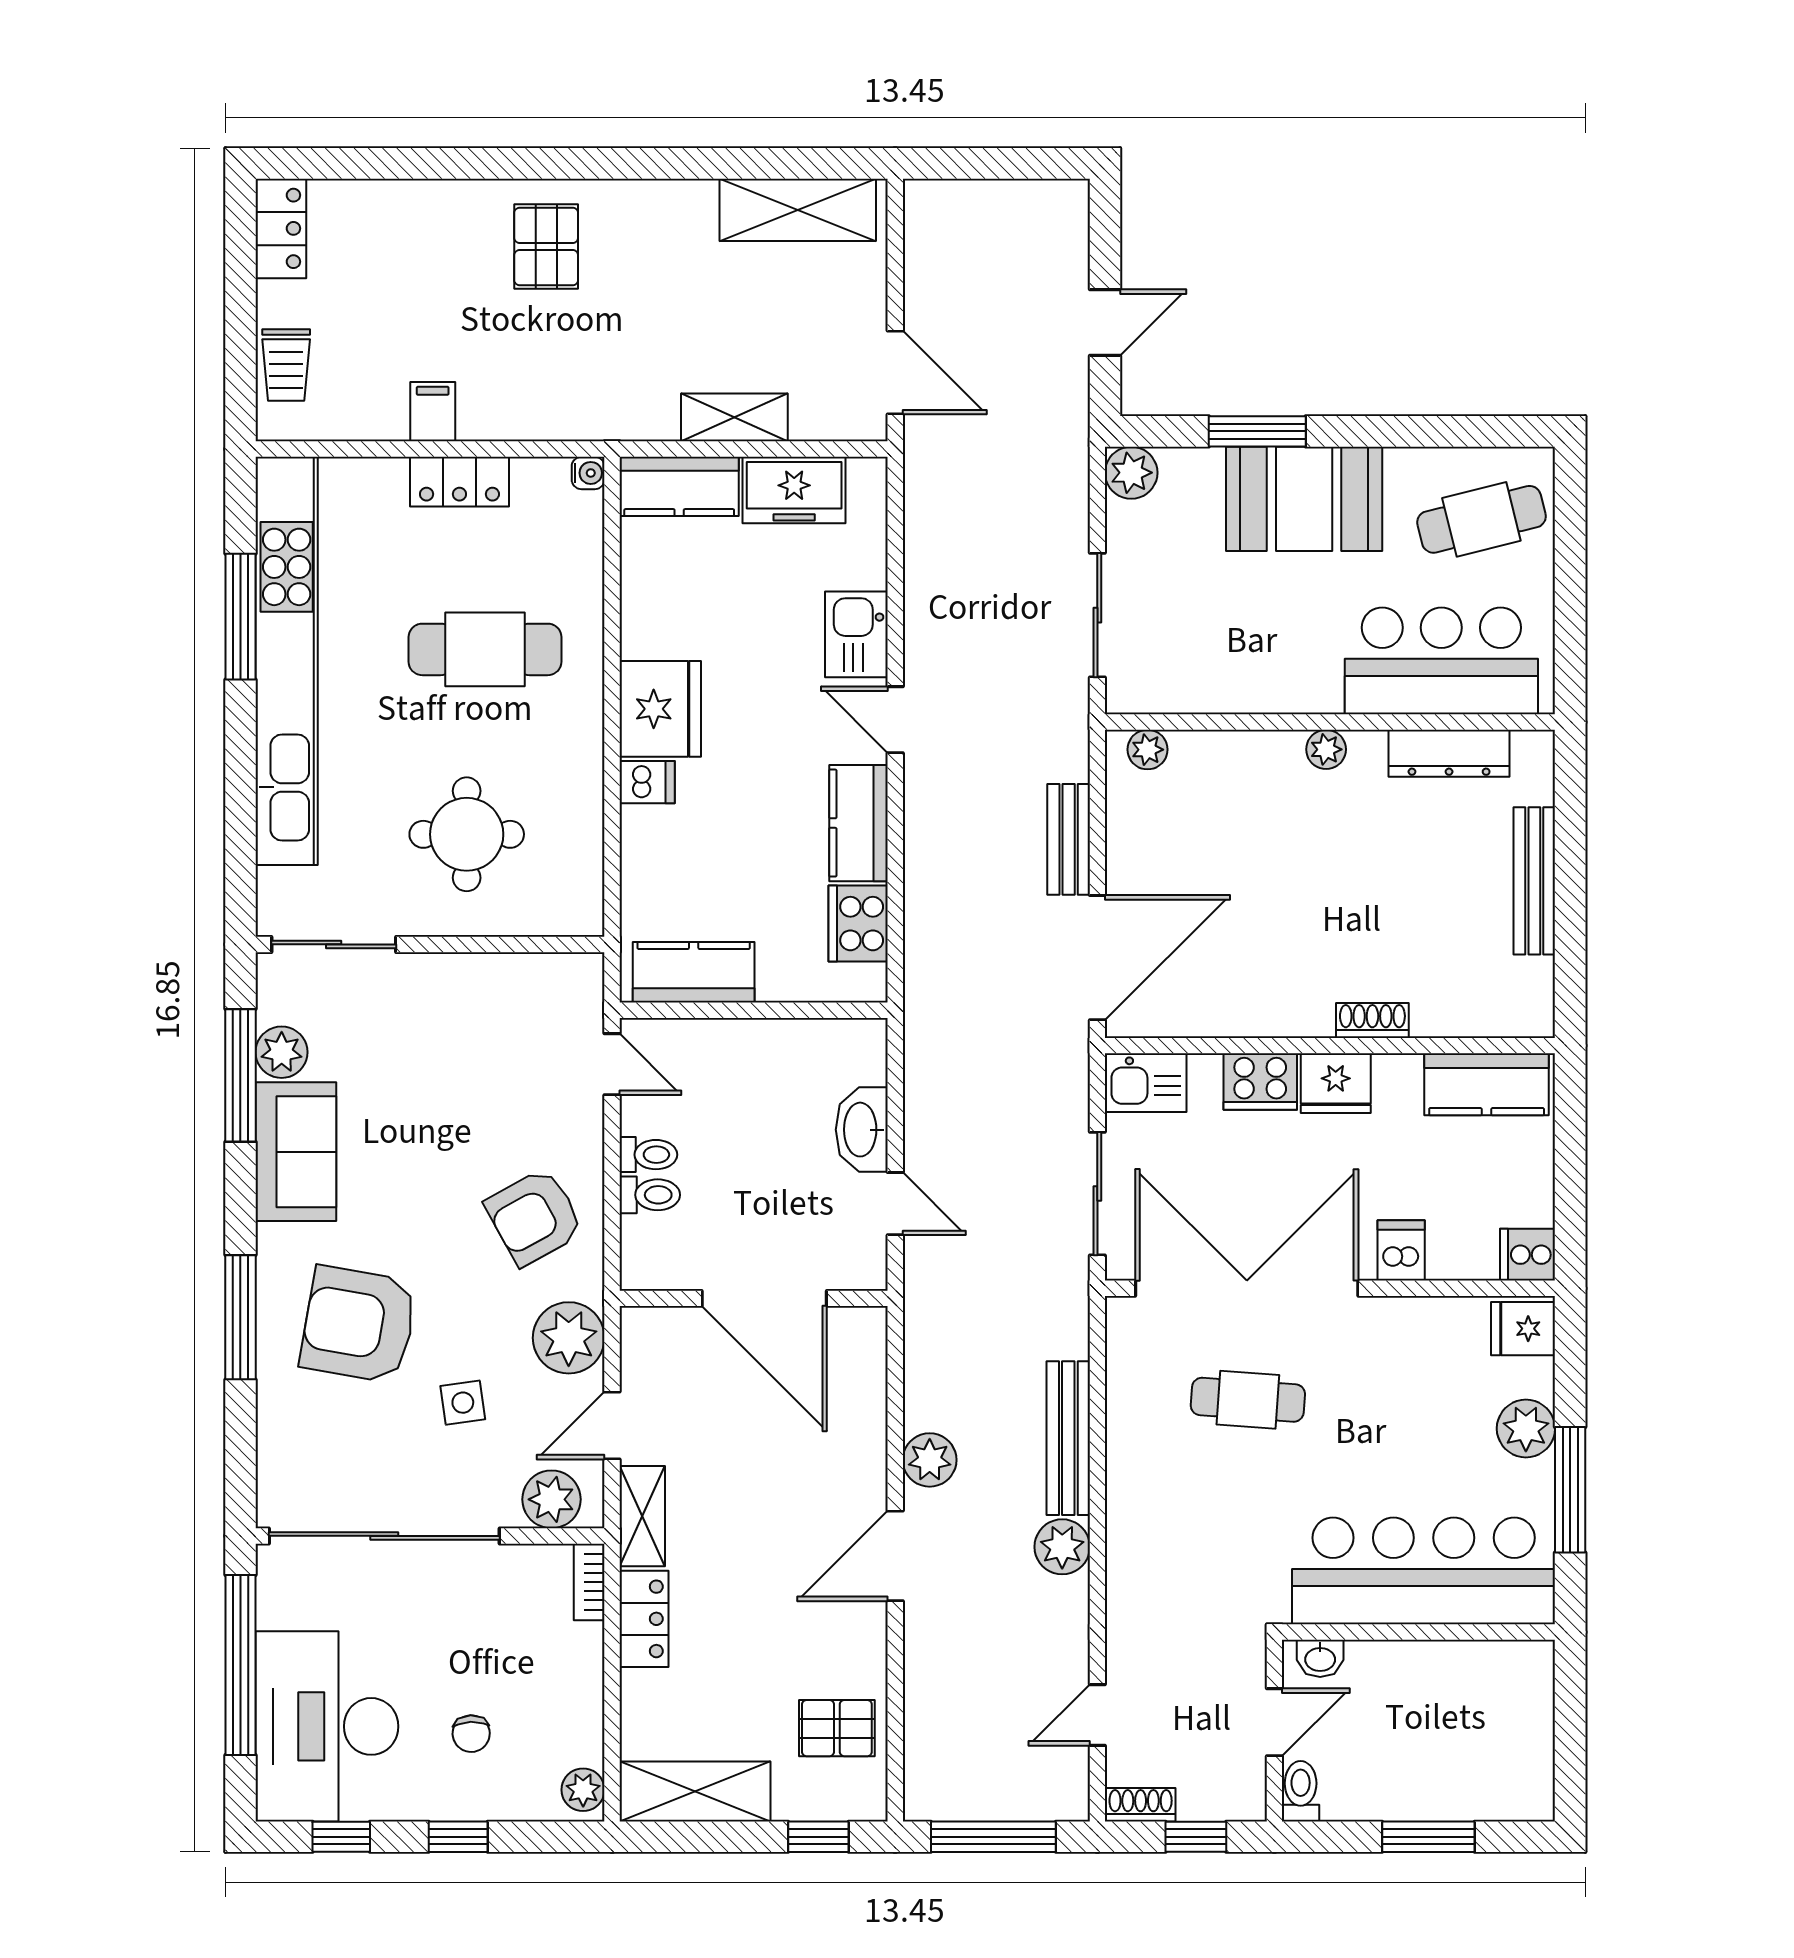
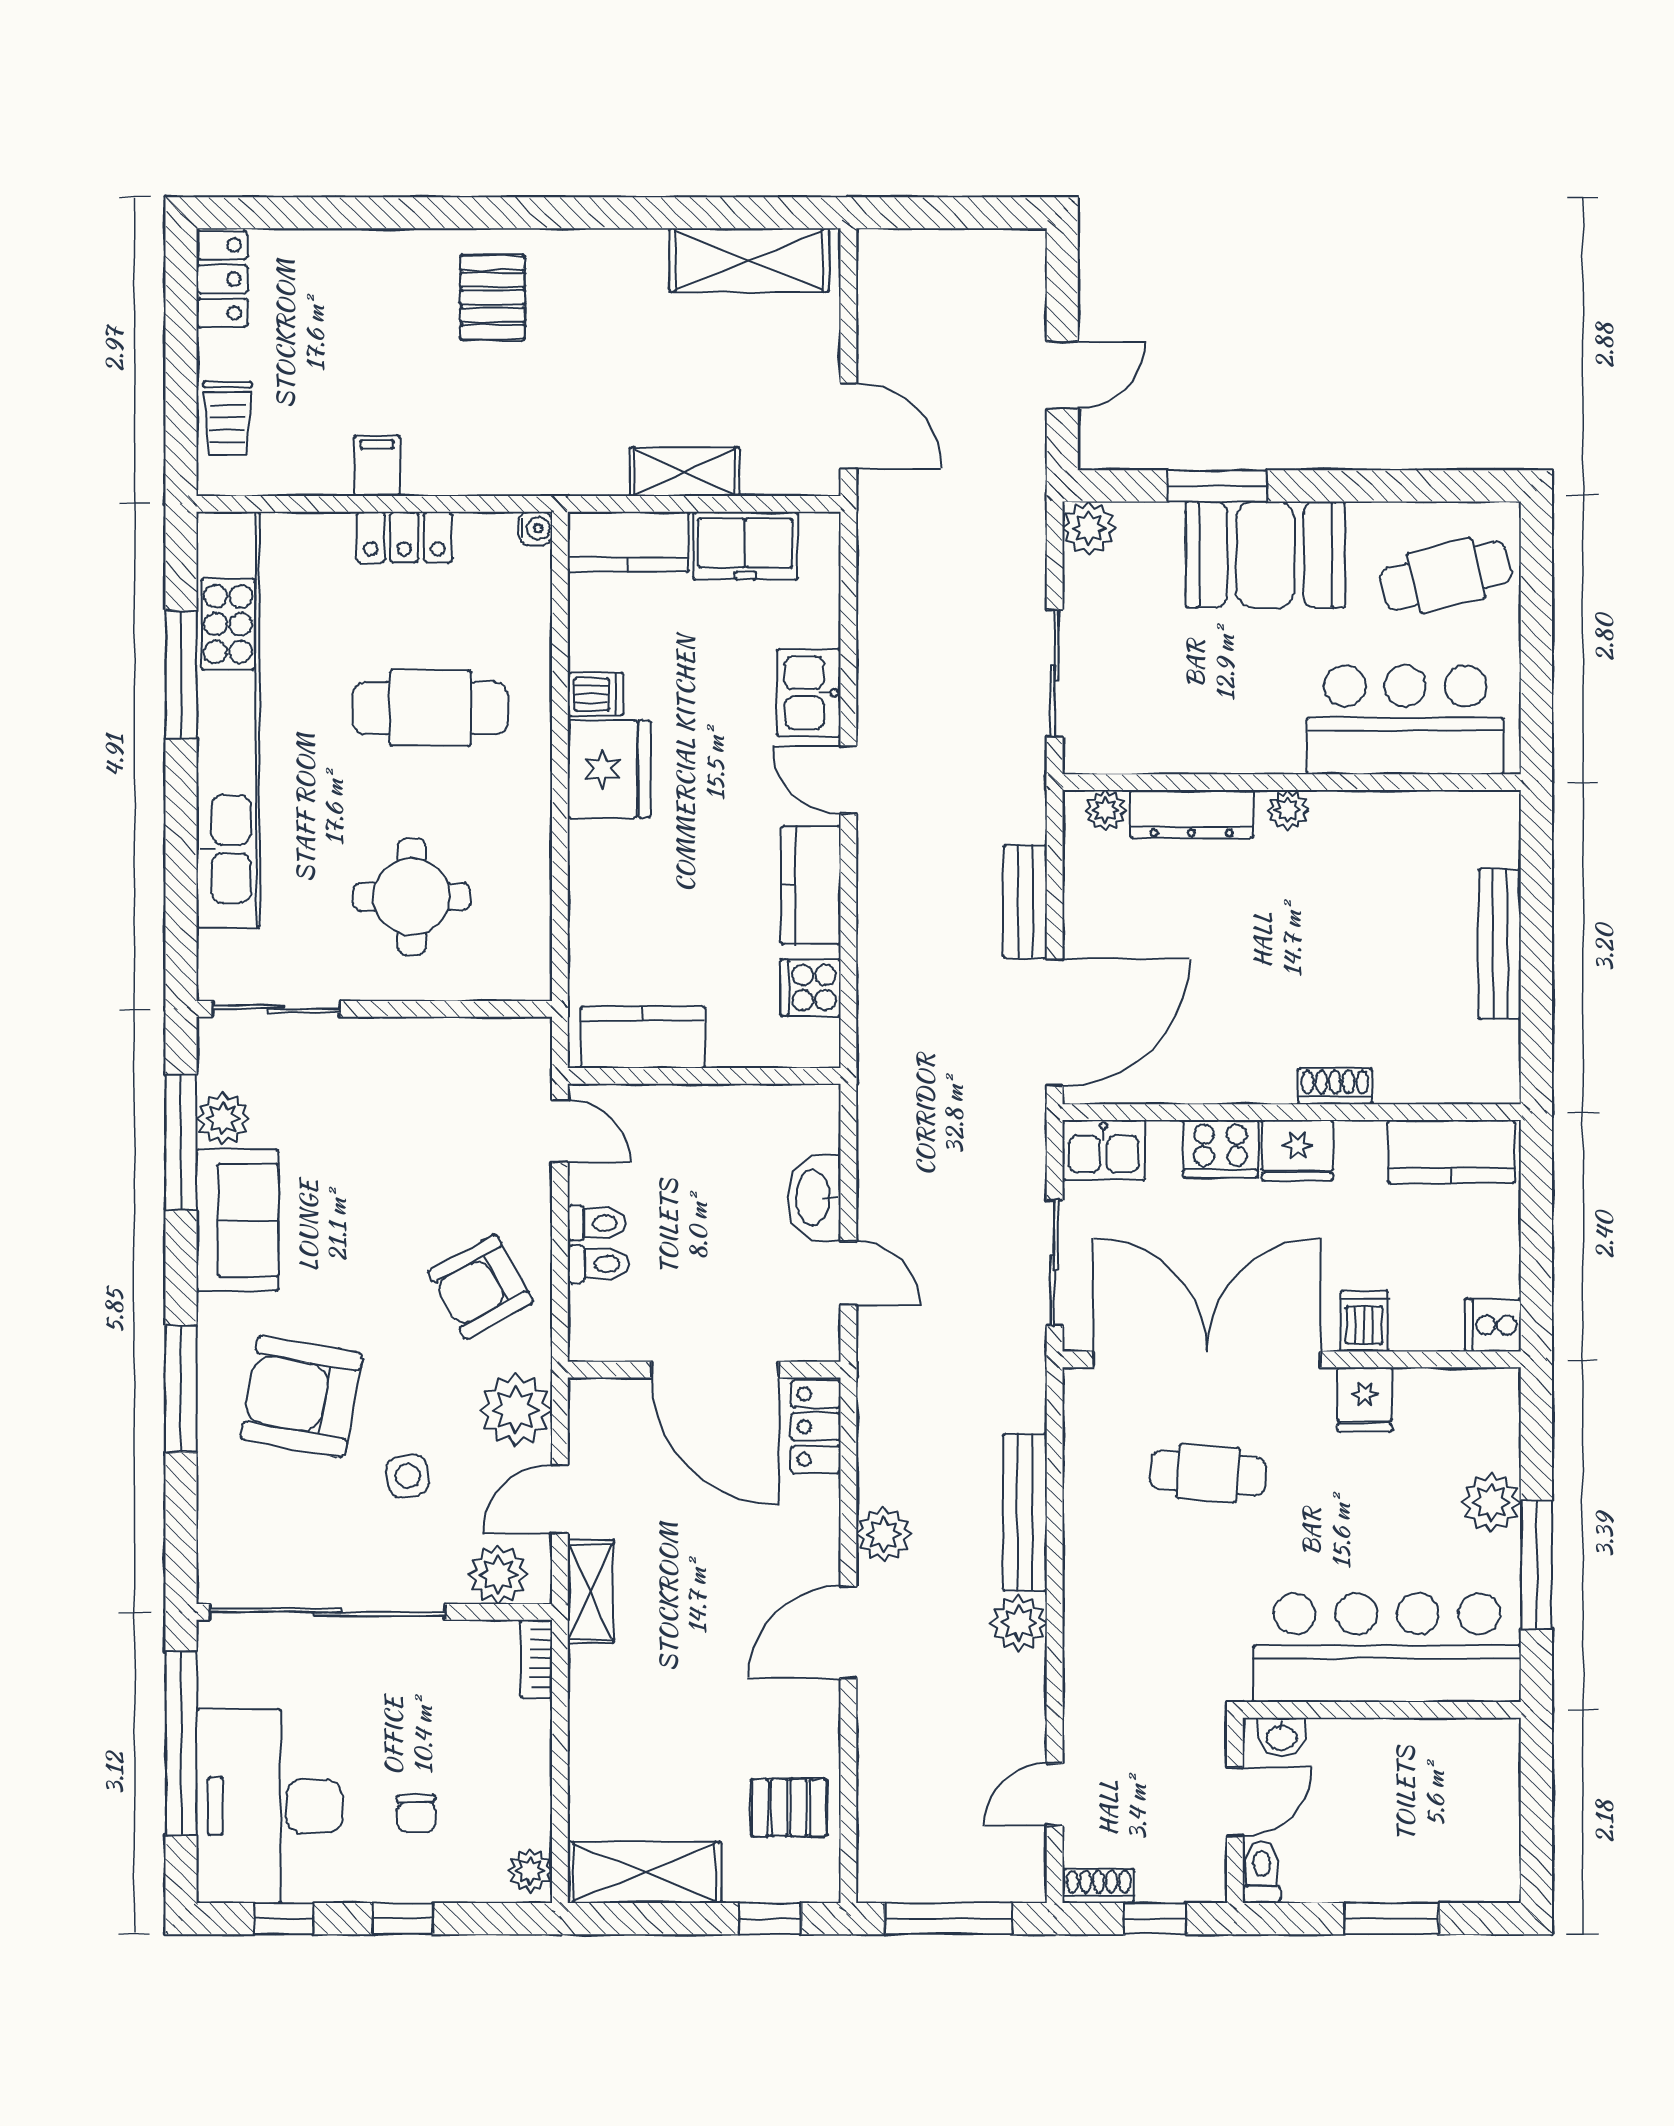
dresser: (1449, 753) -> (1192, 814), moved
dishwasher: (647, 782) -> (595, 694), moved
cooker: (858, 924) -> (811, 988), width x0.73
fridge: (1523, 1329) -> (1365, 1400), moved, turned -90
locker: (644, 1619) -> (816, 1427), moved, turned 180

